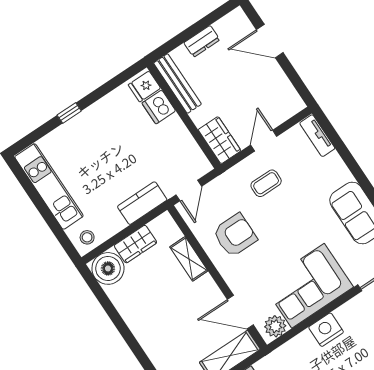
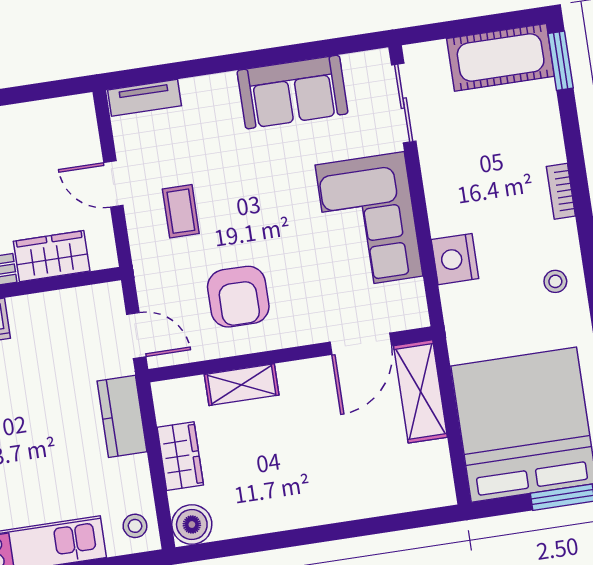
wardrobe: (219, 140) -> (52, 256), moved
armchair: (235, 235) -> (238, 297), turned 180
boiler: (108, 268) -> (192, 525), width x0.73, depth x0.73
plant: (275, 326) -> (408, 300), removed
nightstand: (326, 330) -> (455, 259), moved

